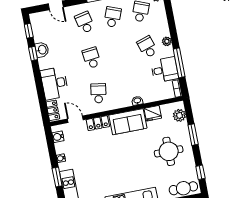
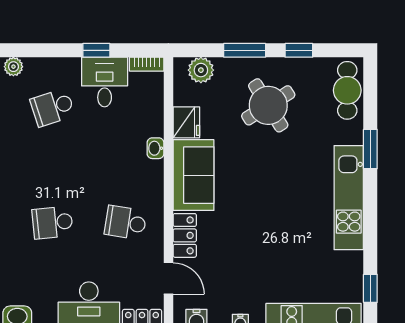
plant: (167, 41) -> (13, 67), moved
window: (179, 63) -> (96, 50), width x0.46
door: (75, 119) -> (168, 279), swing flipped
round table: (169, 151) -> (268, 105), turned -32
window: (200, 172) -> (299, 50), moved

